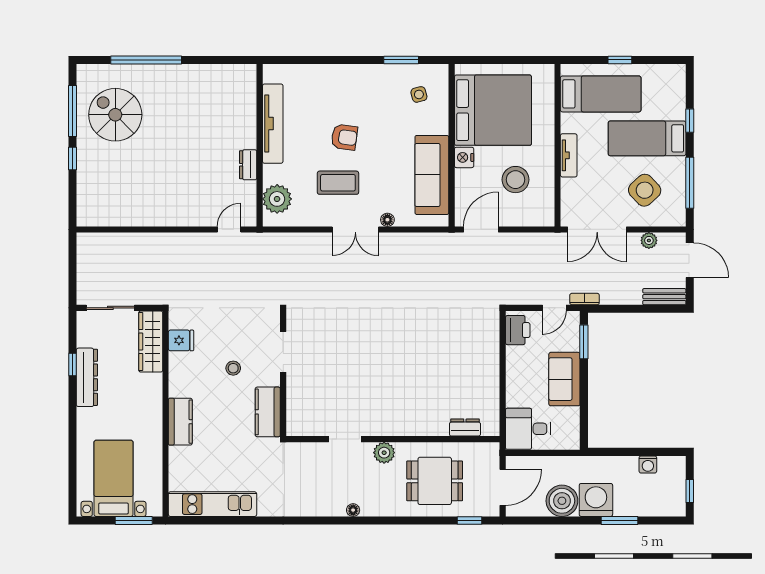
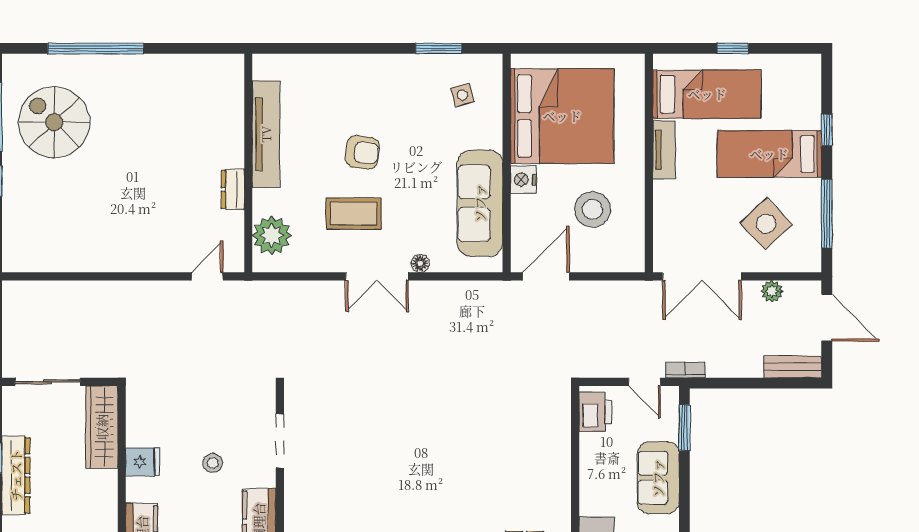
tv unit: (569, 155) -> (664, 150), moved
door: (554, 308) -> (644, 382), hinge flipped
fridge: (181, 340) -> (143, 462), moved

